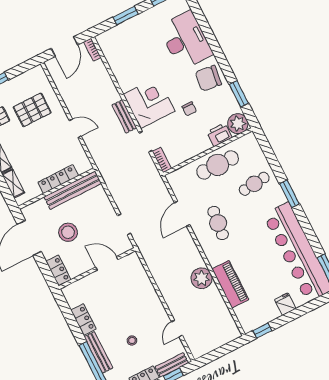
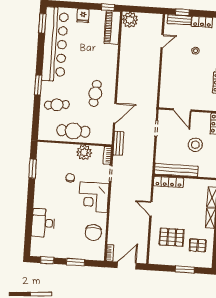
desk: (186, 40) -> (43, 223), width x0.73, depth x0.77
chair: (208, 78) -> (93, 233), moved, turned 83
bench: (124, 116) -> (118, 143), moved
plant: (238, 124) -> (84, 152), moved
printer: (219, 135) -> (61, 150), removed
locker: (58, 179) -> (169, 182), moved
plant: (202, 278) -> (130, 20), moved
piano: (230, 284) -> (112, 27), moved

